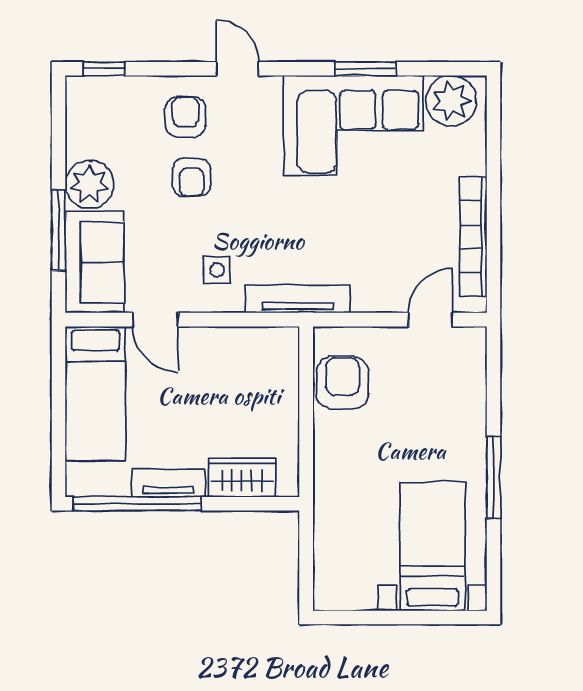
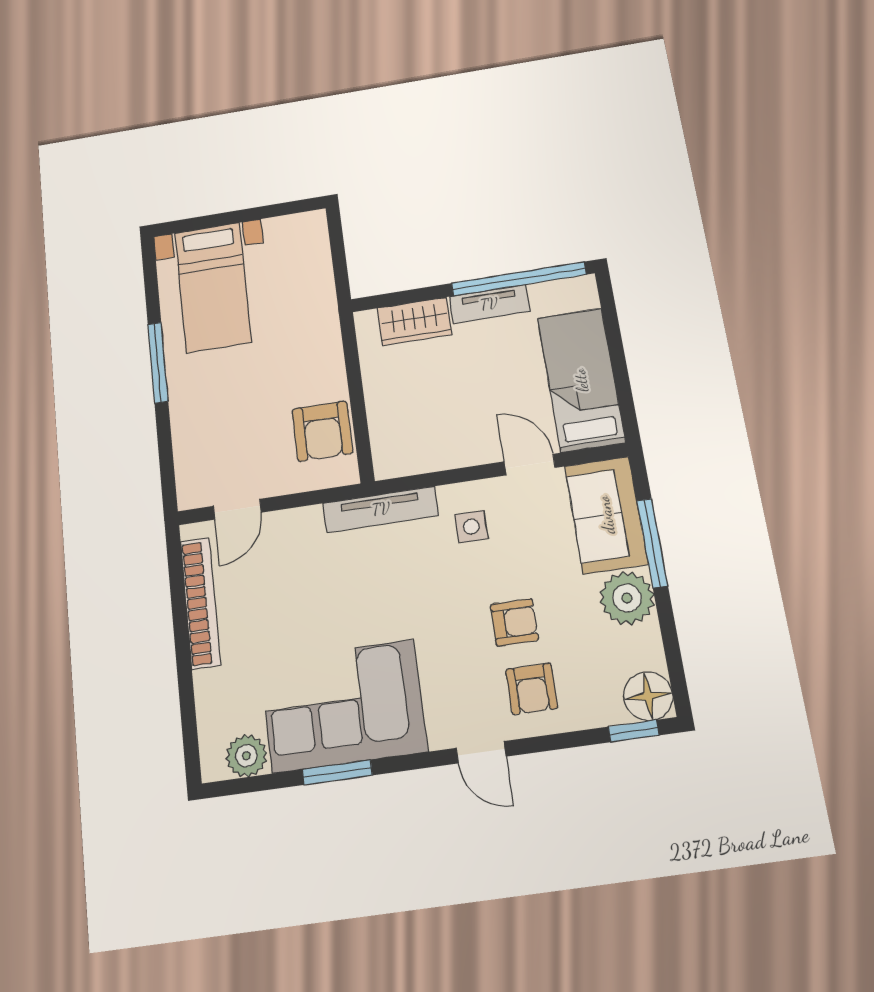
floor lamp: (86, 97) -> (648, 696), added
plant: (451, 101) -> (246, 756), width x0.73, depth x0.73
armchair: (192, 177) -> (514, 622), turned 90

